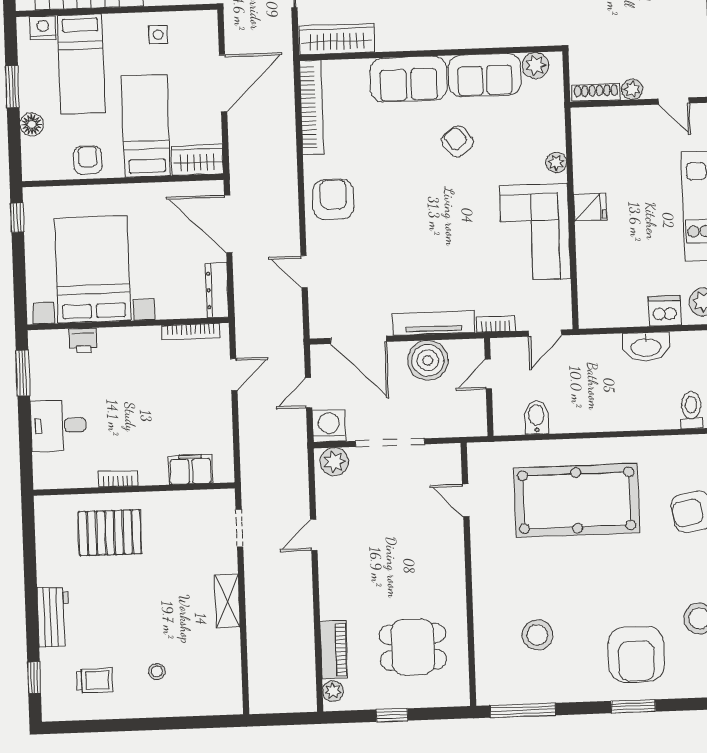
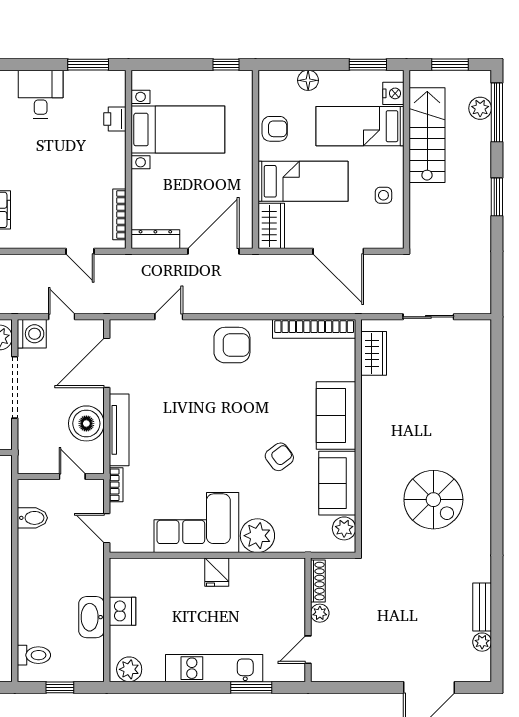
wardrobe: (337, 39) -> (374, 353), width x0.67
window: (12, 87) -> (368, 65), moved
plant: (556, 162) -> (257, 536), width x1.87, depth x1.87
bed with nightstands: (93, 269) -> (178, 130), width x0.73
dishwasher: (665, 311) -> (123, 611), moved

